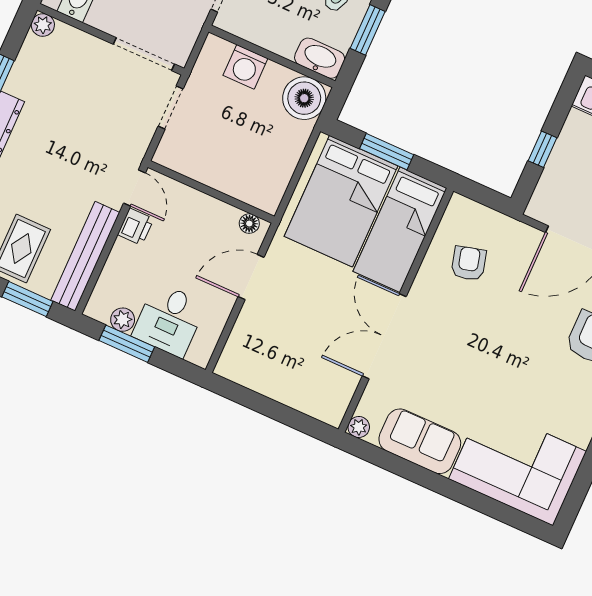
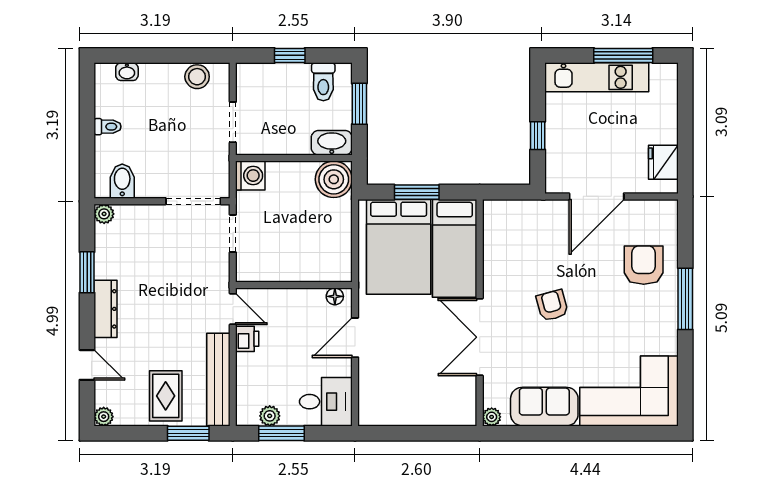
washing machine: (245, 67) -> (250, 176), moved, turned -90
armchair: (469, 263) -> (552, 305), moved
desk: (169, 320) -> (326, 402), moved, turned -90

